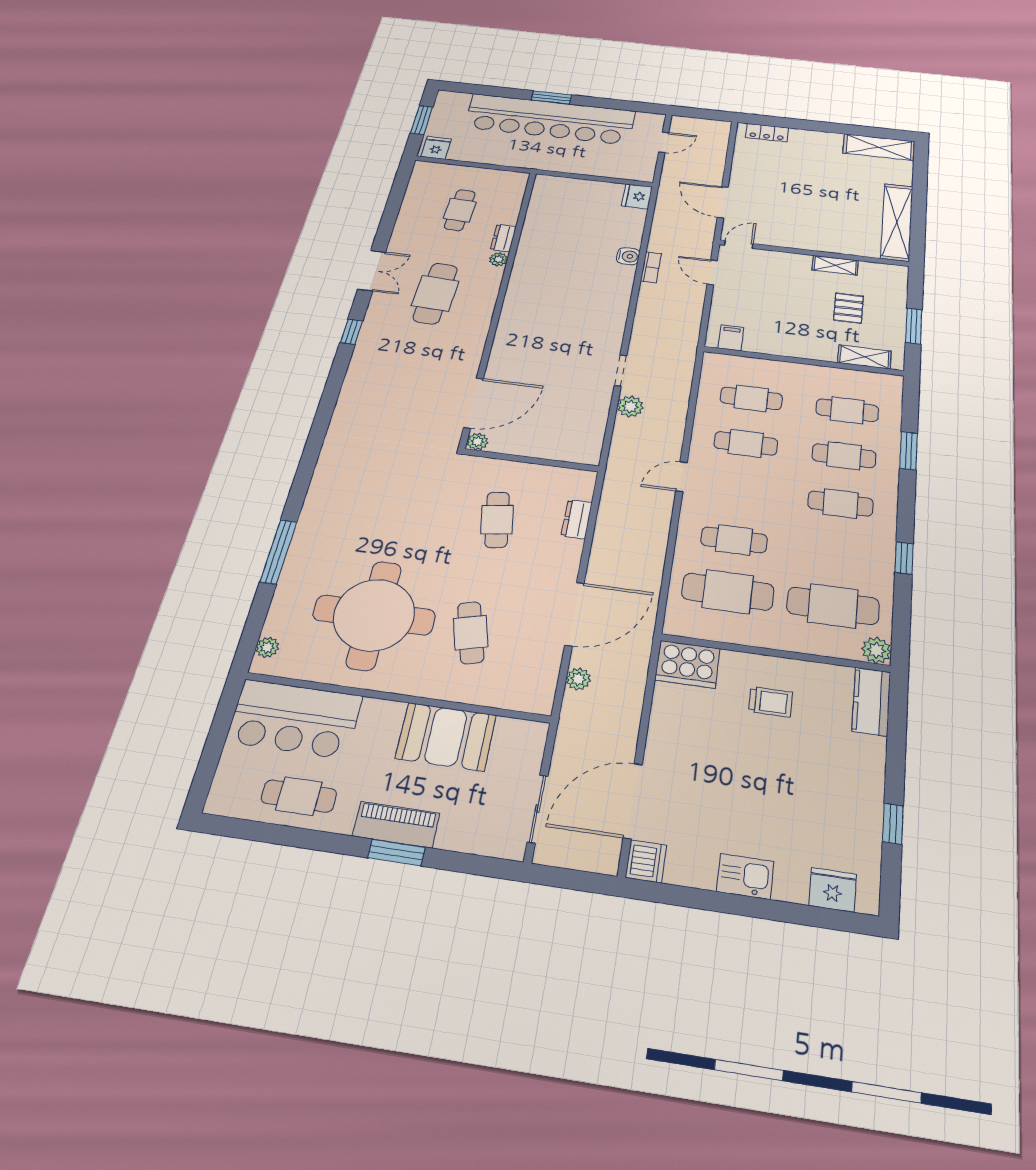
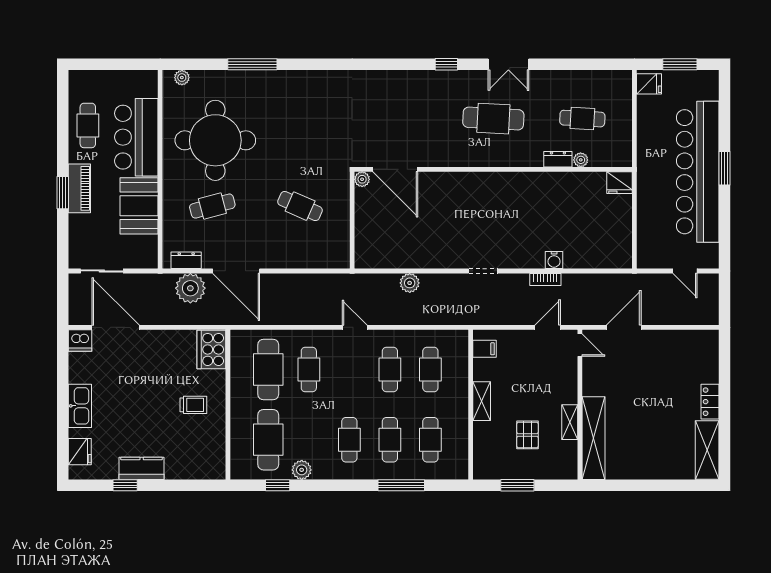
locker: (767, 133) -> (710, 402), moved
fridge: (637, 196) -> (619, 183), moved, turned 180
shelving: (897, 222) -> (593, 438), moved, turned 90
plant: (498, 259) -> (581, 160), moved
pallet: (848, 308) -> (527, 435), turned 90
shelving: (864, 357) -> (482, 401), moved
doorway: (620, 371) -> (483, 271), moved
window: (909, 451) -> (401, 485), width x1.44
dresser: (577, 519) -> (186, 260), moved
cafe table: (497, 520) -> (300, 206), turned 33
window: (904, 558) -> (278, 485), moved
plant: (876, 650) -> (302, 470), moved
plant: (578, 679) -> (190, 288), width x1.88, depth x1.88
kitchen counter: (871, 701) -> (142, 468), moved
trolley: (771, 702) -> (193, 405), turned -90
bar counter: (295, 719) -> (136, 137), moved
kitchen sink: (745, 876) -> (80, 406), width x1.38

